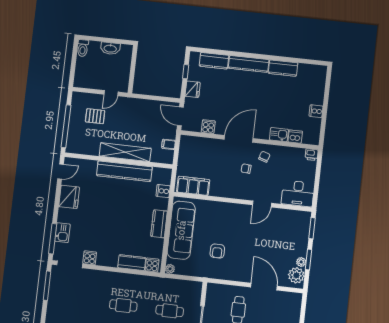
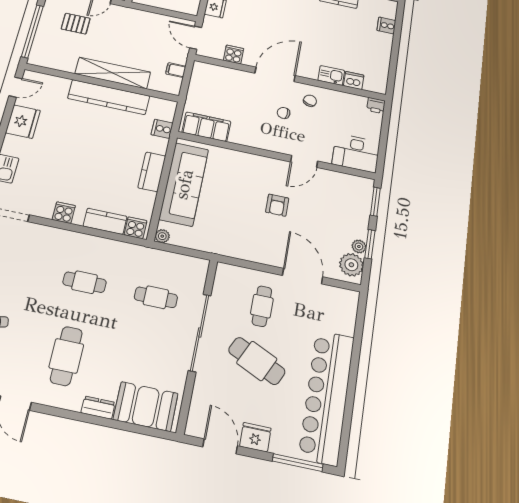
cooker: (316, 111) -> (386, 25), moved
armchair: (217, 251) -> (277, 205), moved
cooker: (90, 258) -> (64, 213), moved

